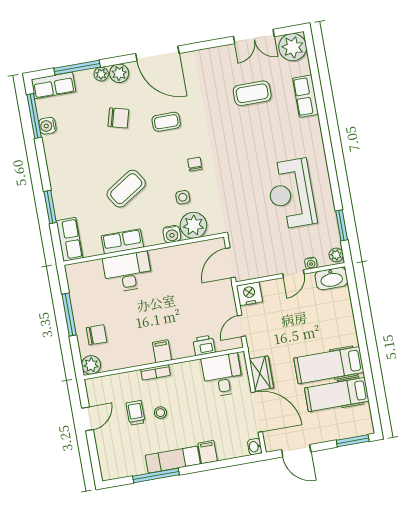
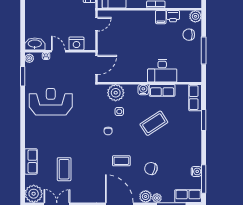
coffee table: (252, 93) -> (64, 169), turned 90
reception desk: (291, 194) -> (51, 102), turned -90
water cooler: (172, 234) -> (143, 90), moved
door: (293, 274) -> (58, 51), hinge flipped
nightstand: (249, 294) -> (76, 43), moved
printer: (204, 345) -> (173, 16), moved
filing cabinet: (162, 351) -> (161, 17), moved

